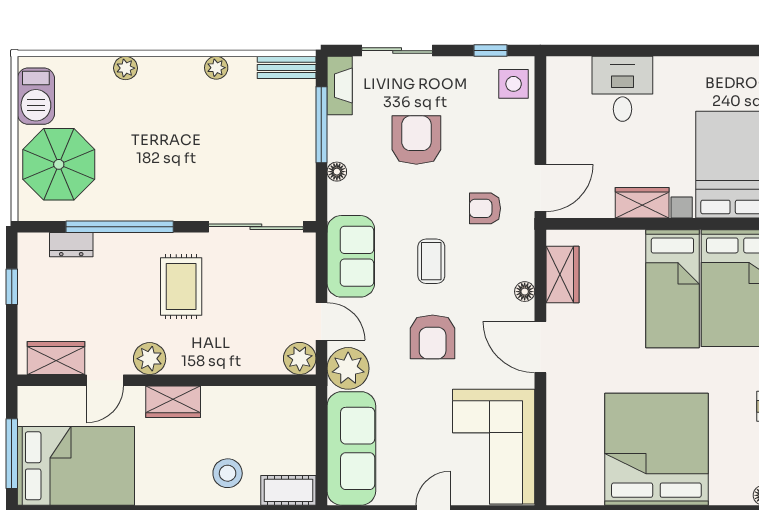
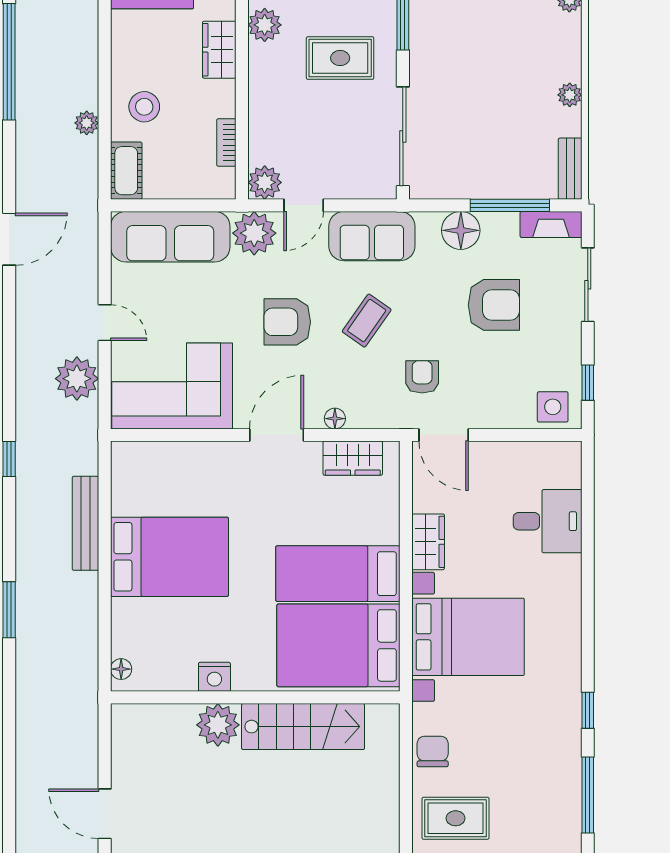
floor lamp: (337, 172) -> (461, 230), width x1.89, depth x1.89
coffee table: (431, 261) -> (367, 321), turned -55
bookcase: (262, 395) -> (226, 142), added
bed: (656, 449) -> (169, 557), width x0.73

